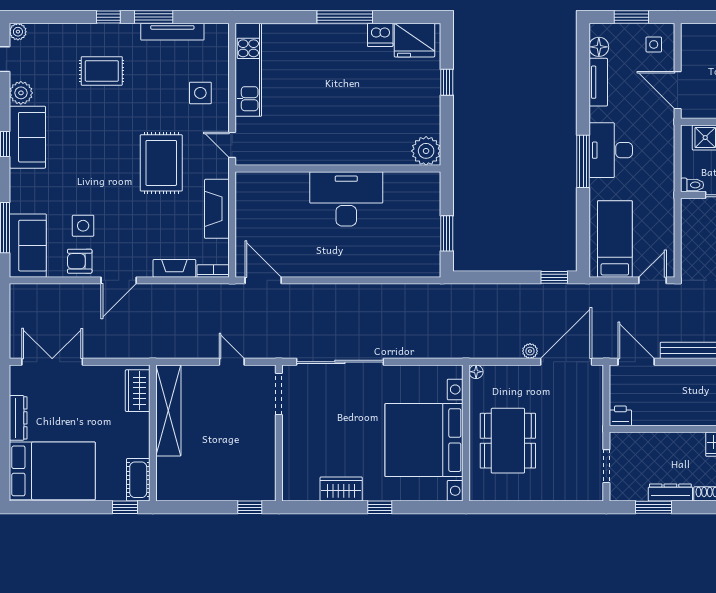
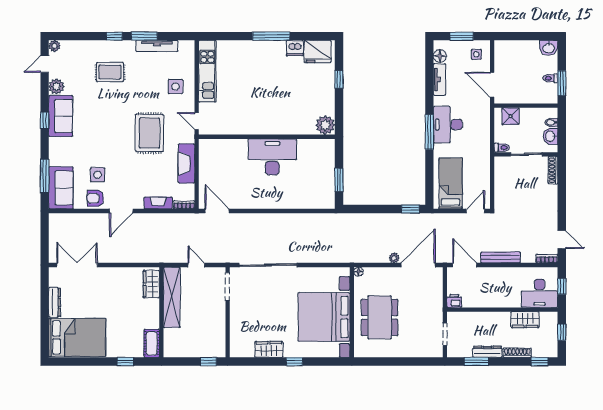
wardrobe: (138, 391) -> (151, 284), moved
shelving: (168, 410) -> (172, 297), moved
wall: (153, 433) -> (161, 312), moved
cot: (138, 480) -> (152, 343), moved

